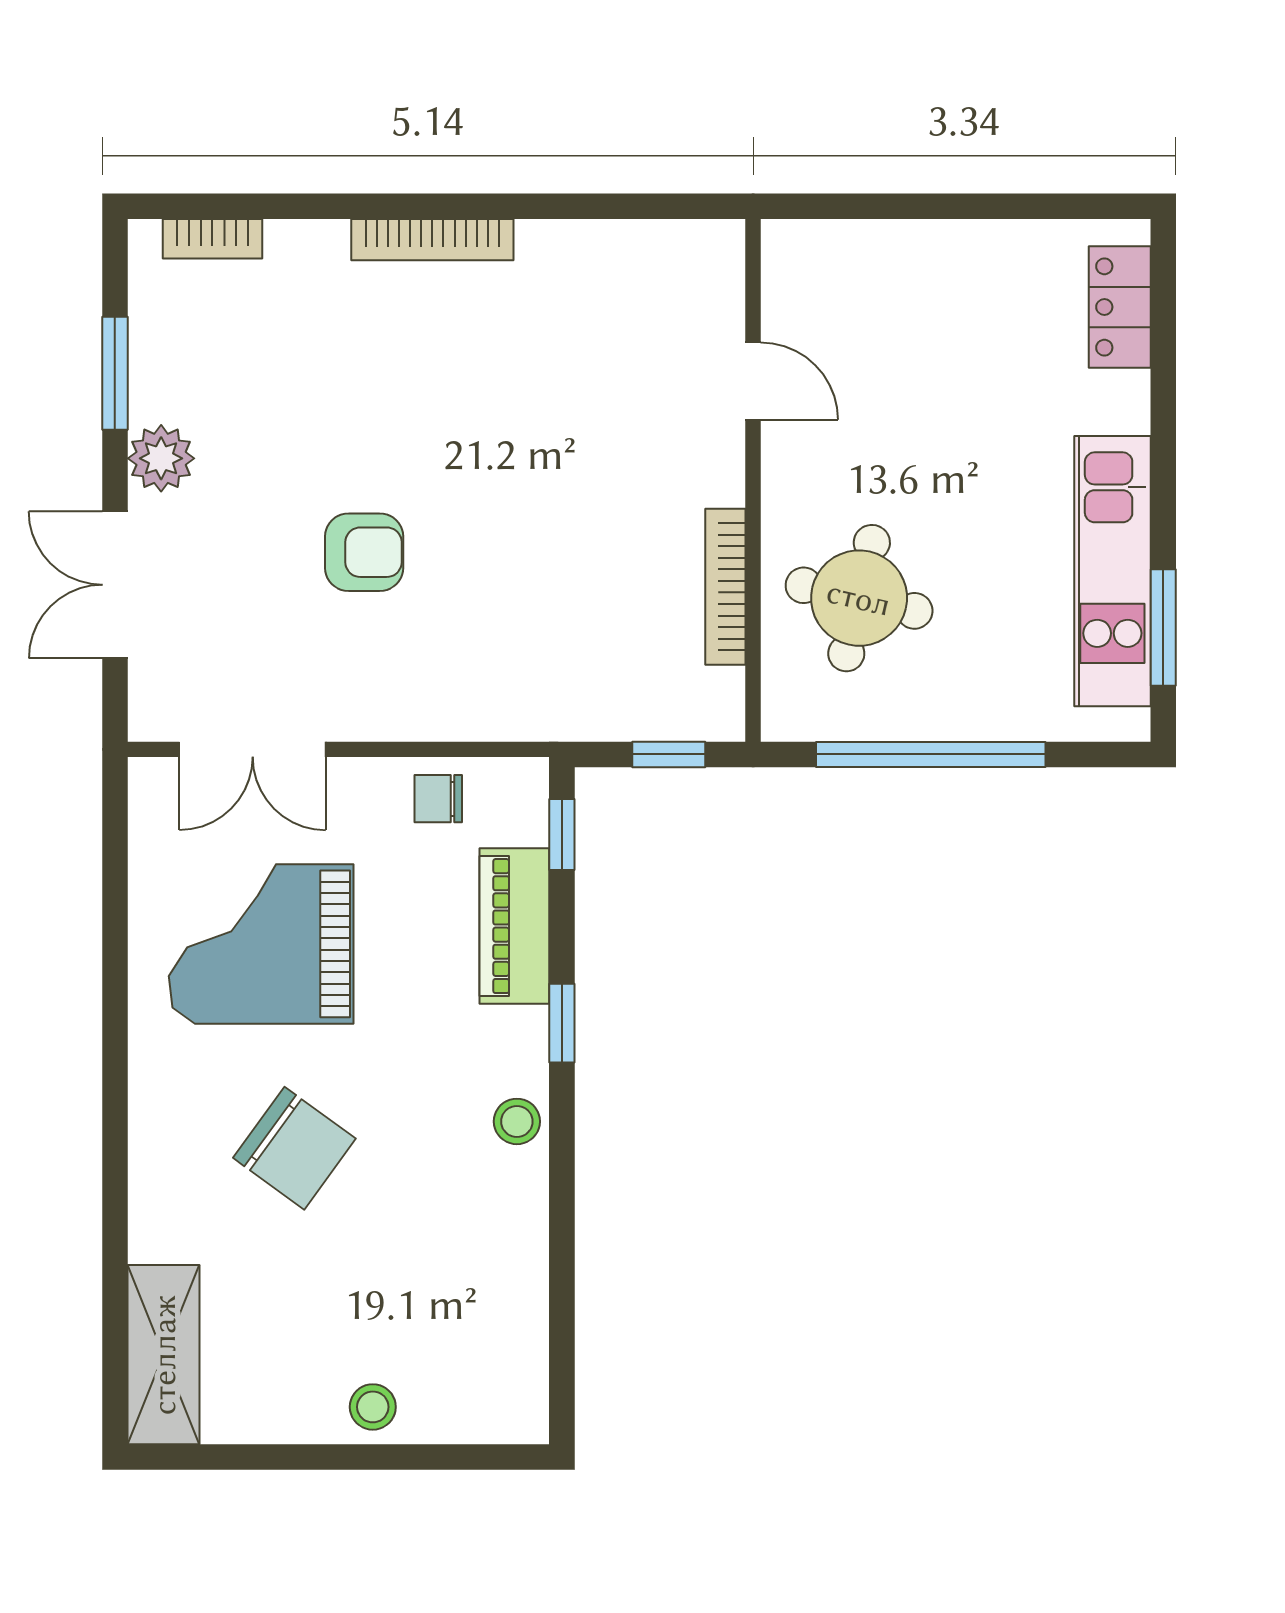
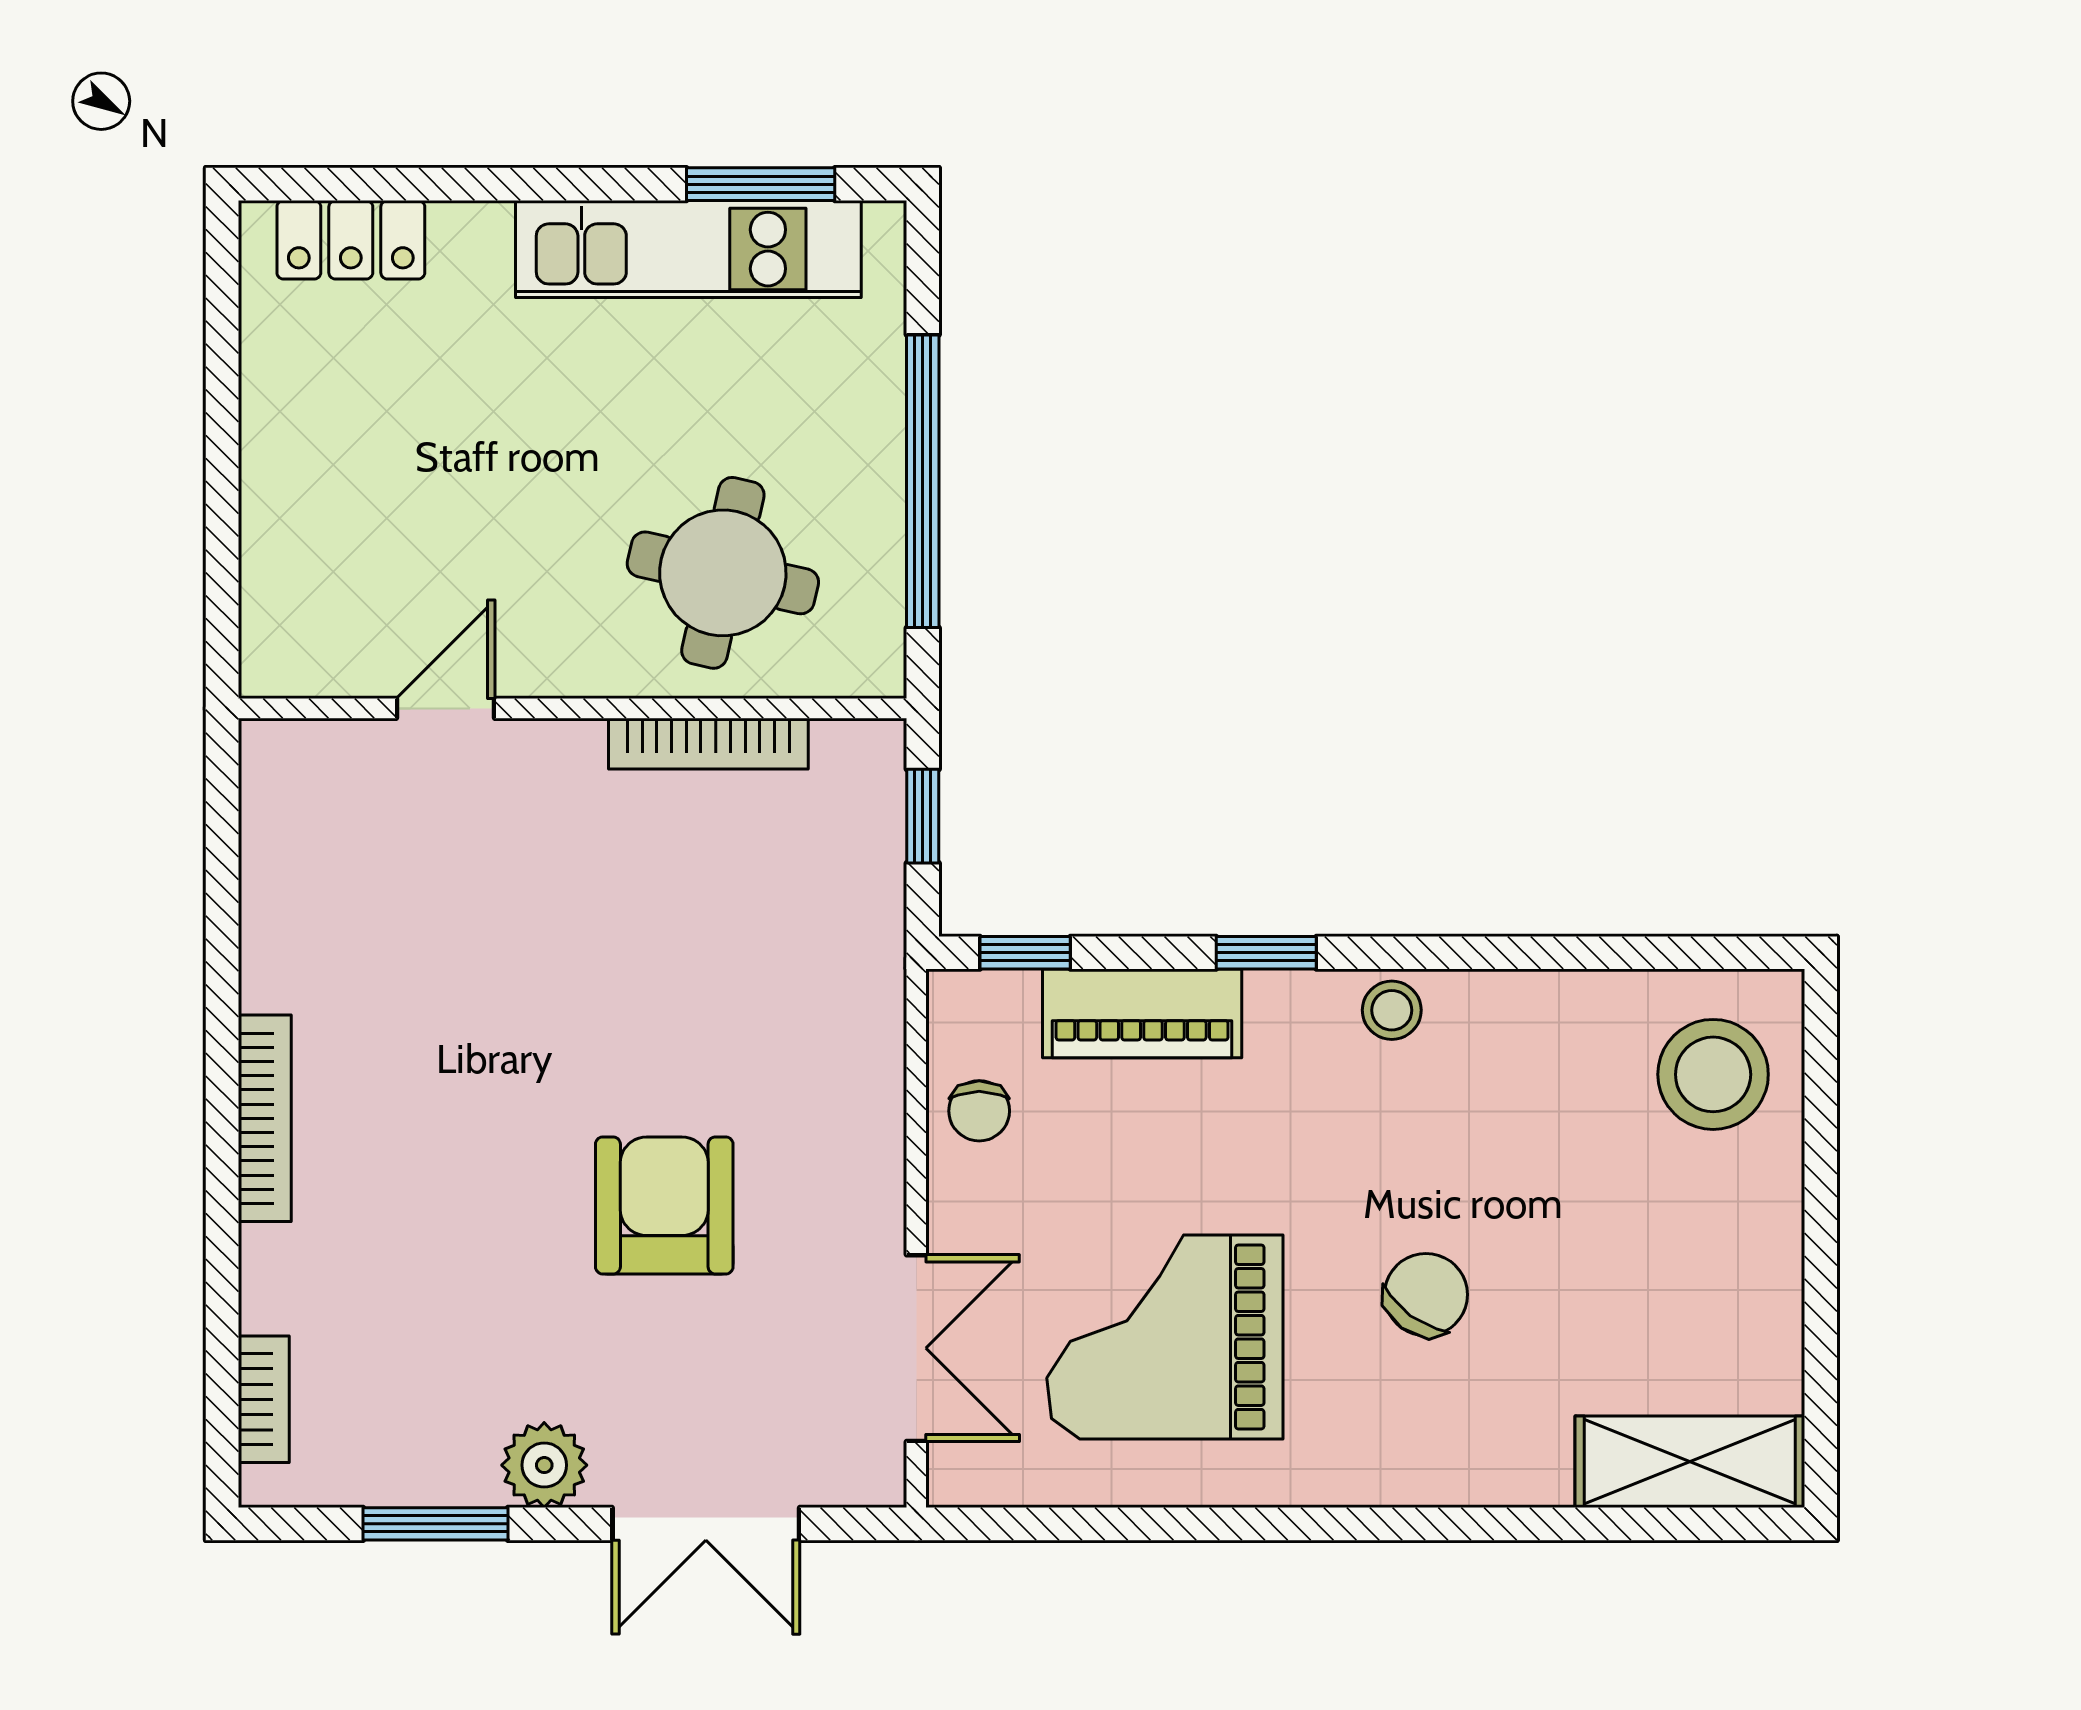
armchair: (364, 552) -> (664, 1205), width x1.38, depth x1.38
grand piano: (261, 944) -> (1165, 1337), turned 90
chair: (294, 1148) -> (1426, 1295), width x0.73, depth x0.73
stool: (373, 1407) -> (1713, 1074), moved, width x1.89, depth x1.89

